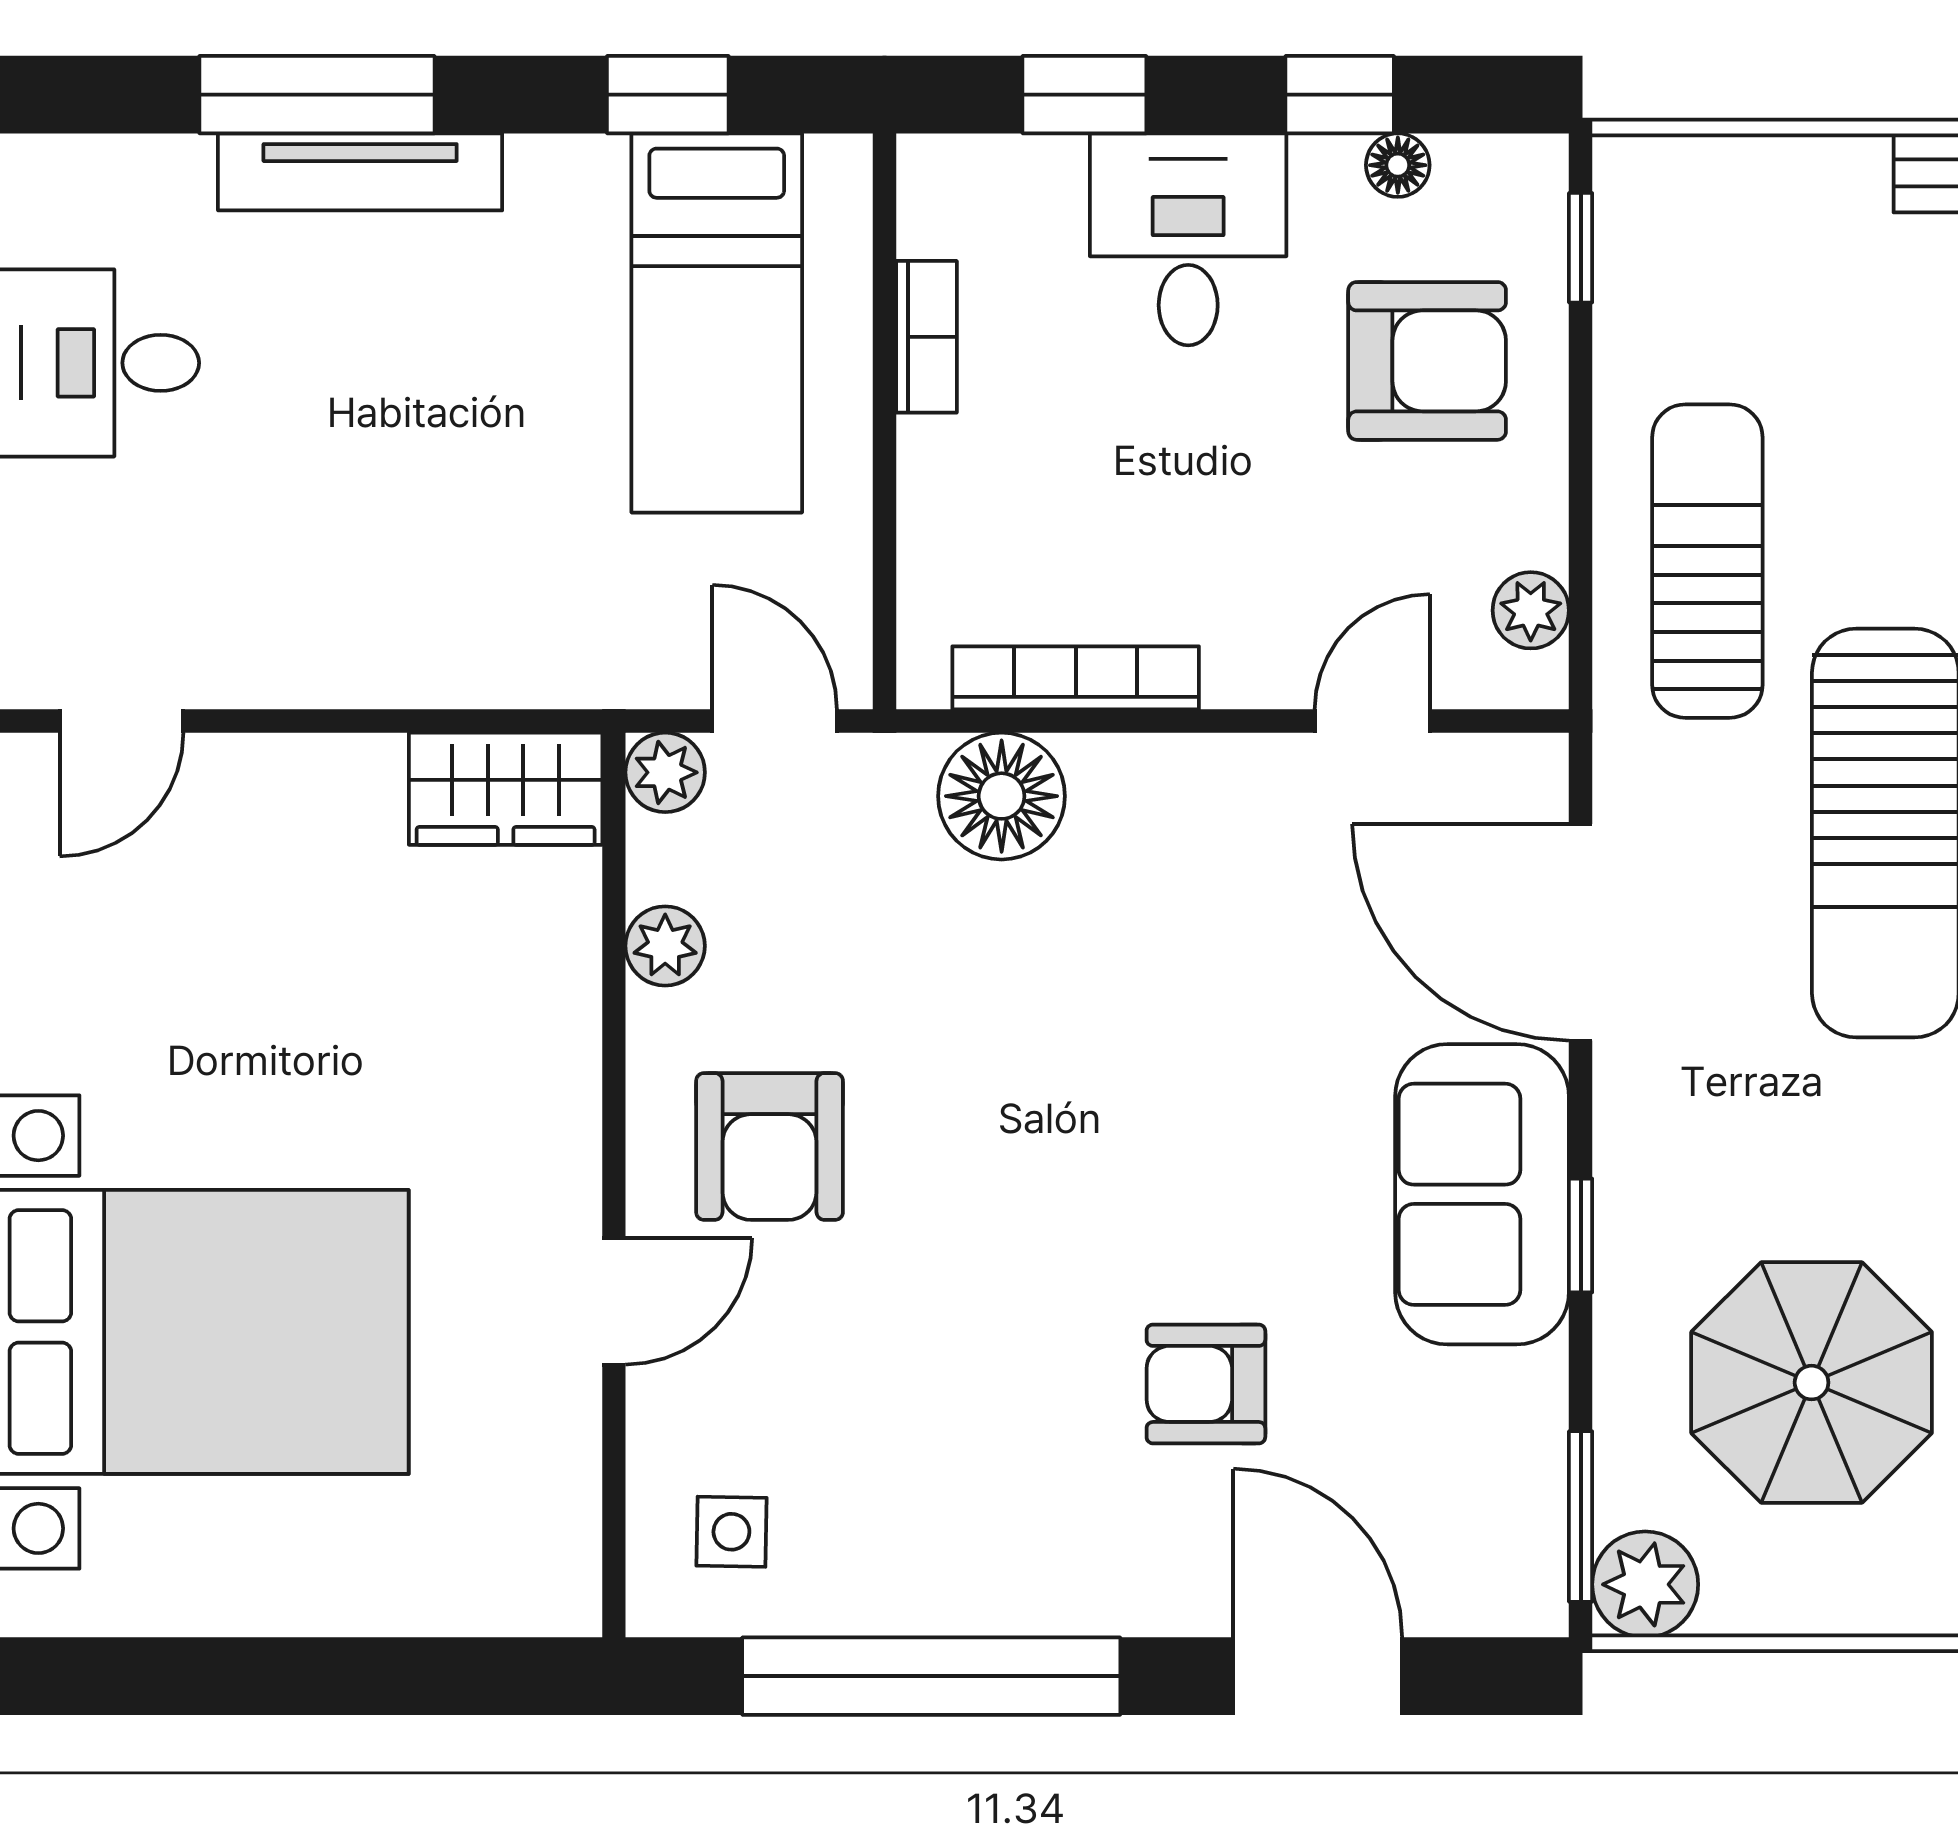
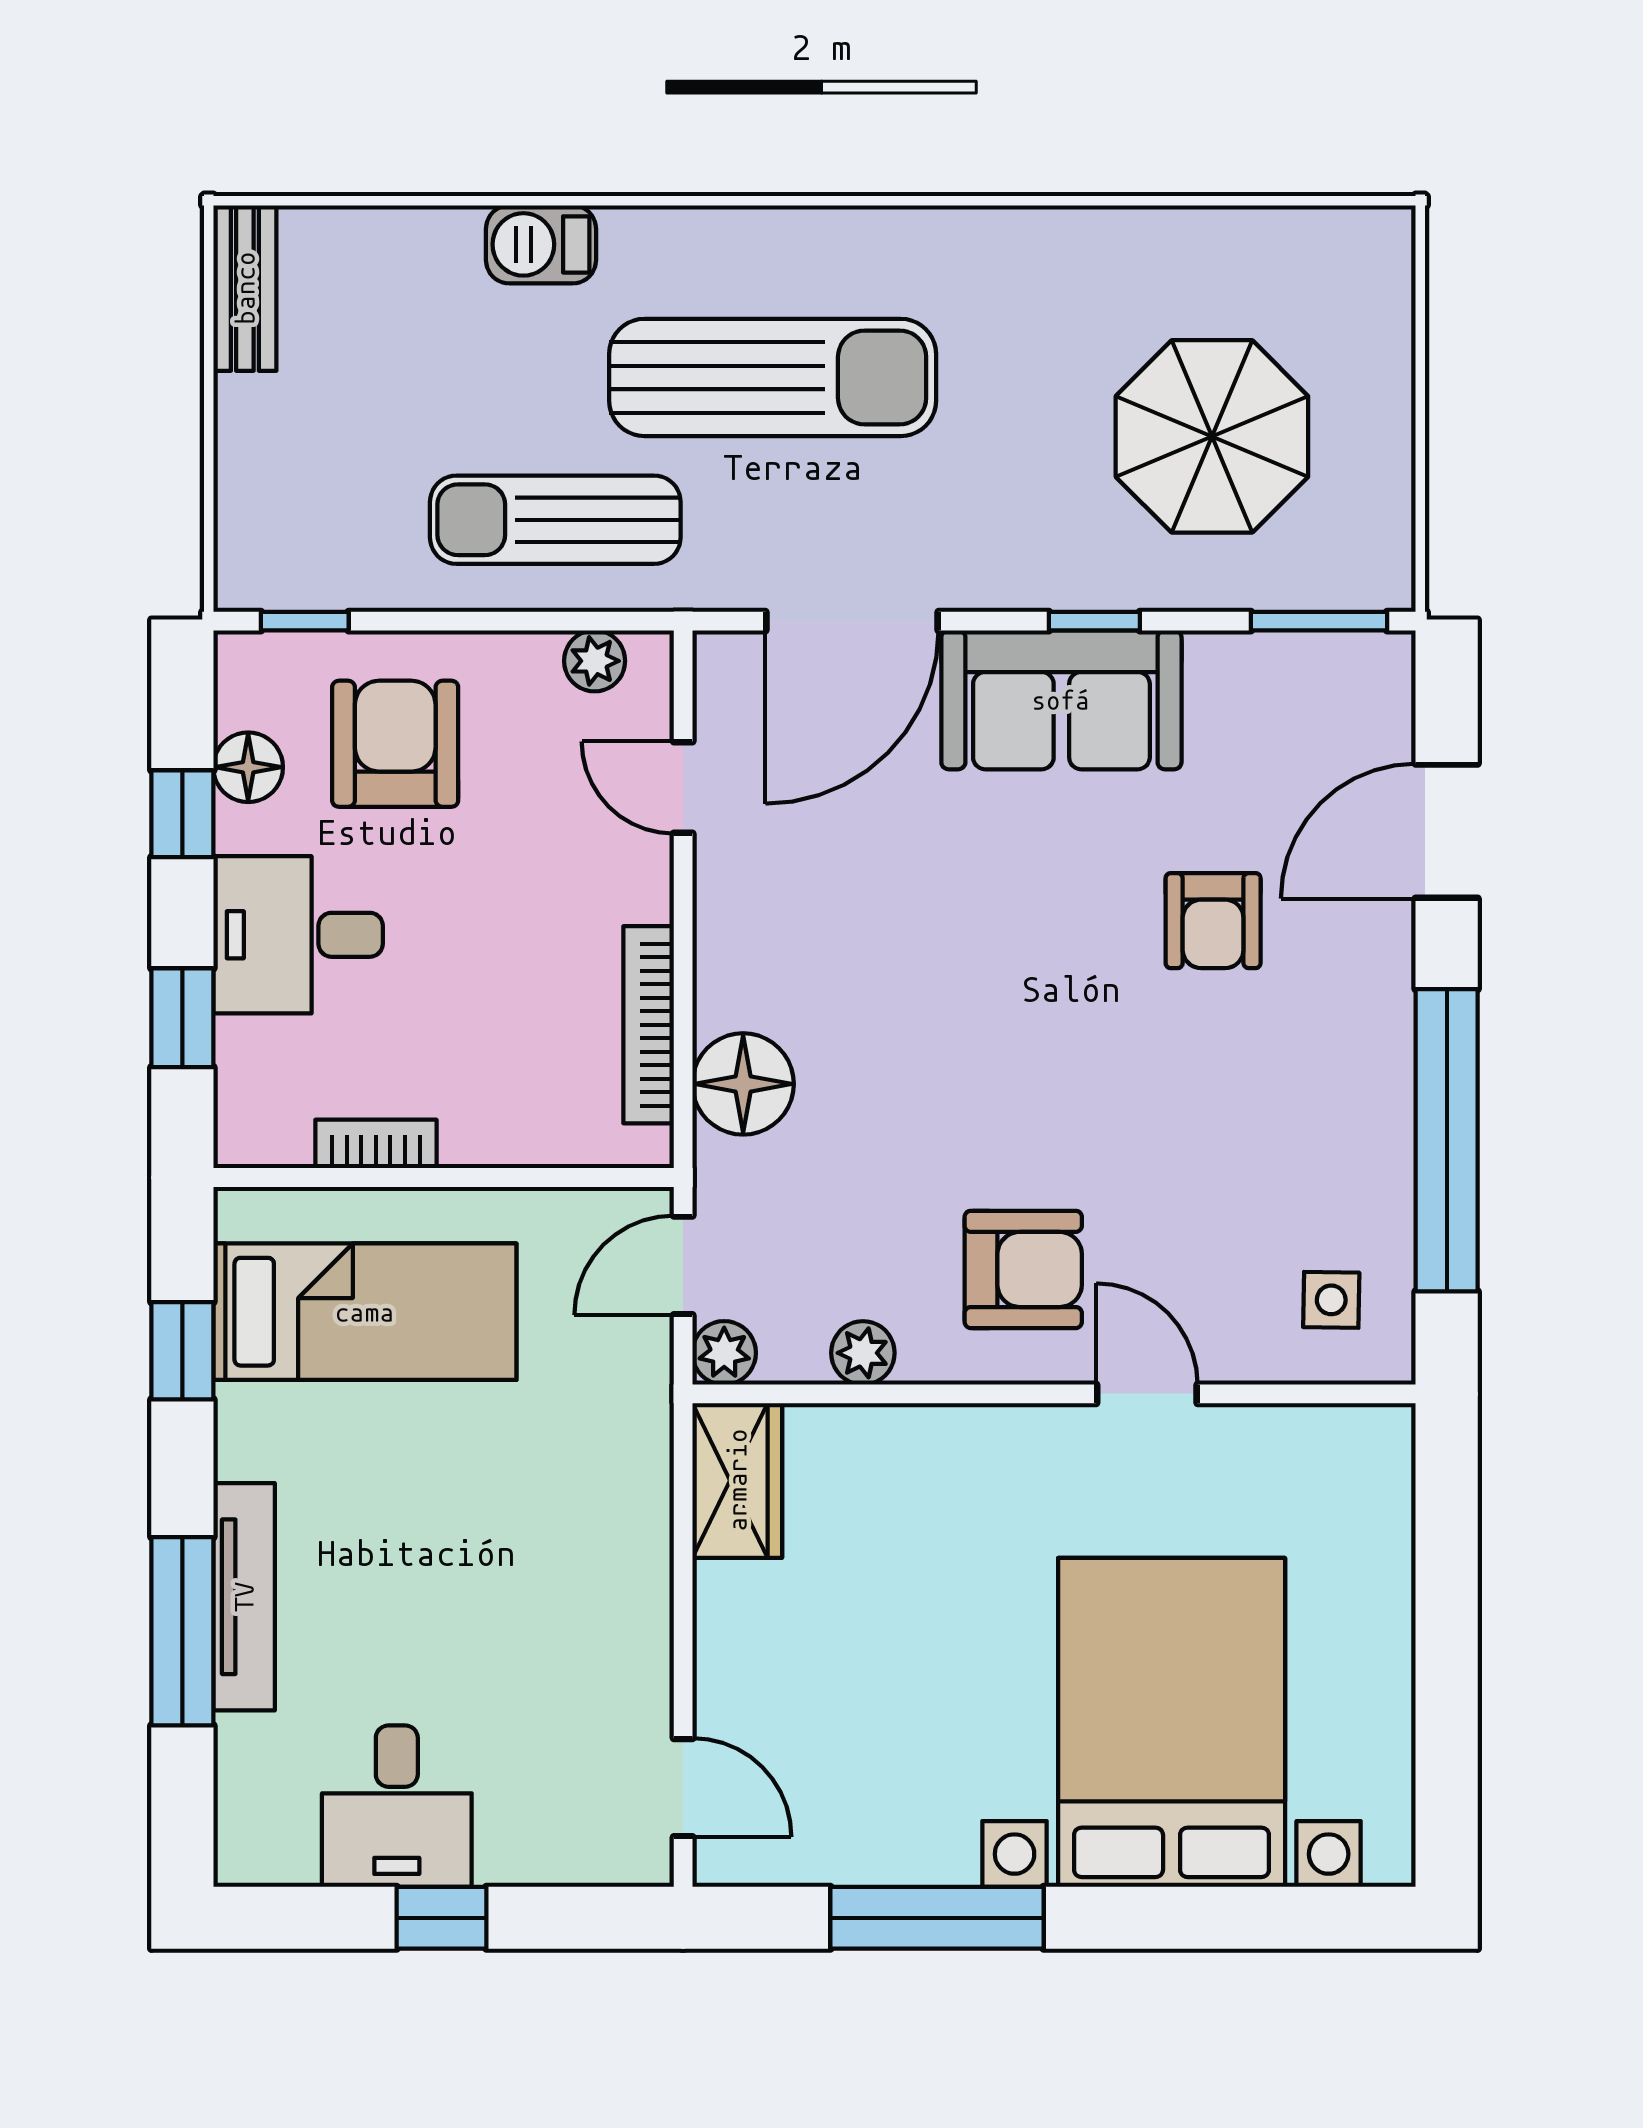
floor lamp: (1398, 165) -> (248, 767), width x1.37, depth x1.37
plant: (1645, 1584) -> (1373, 569), removed

